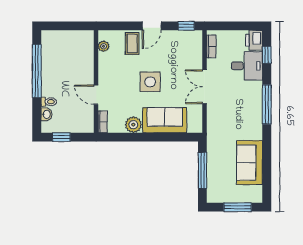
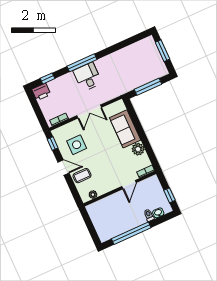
desk: (247, 66) -> (87, 77), moved
side table: (150, 82) -> (77, 145), moved
sofa: (250, 163) -> (128, 56), removed

